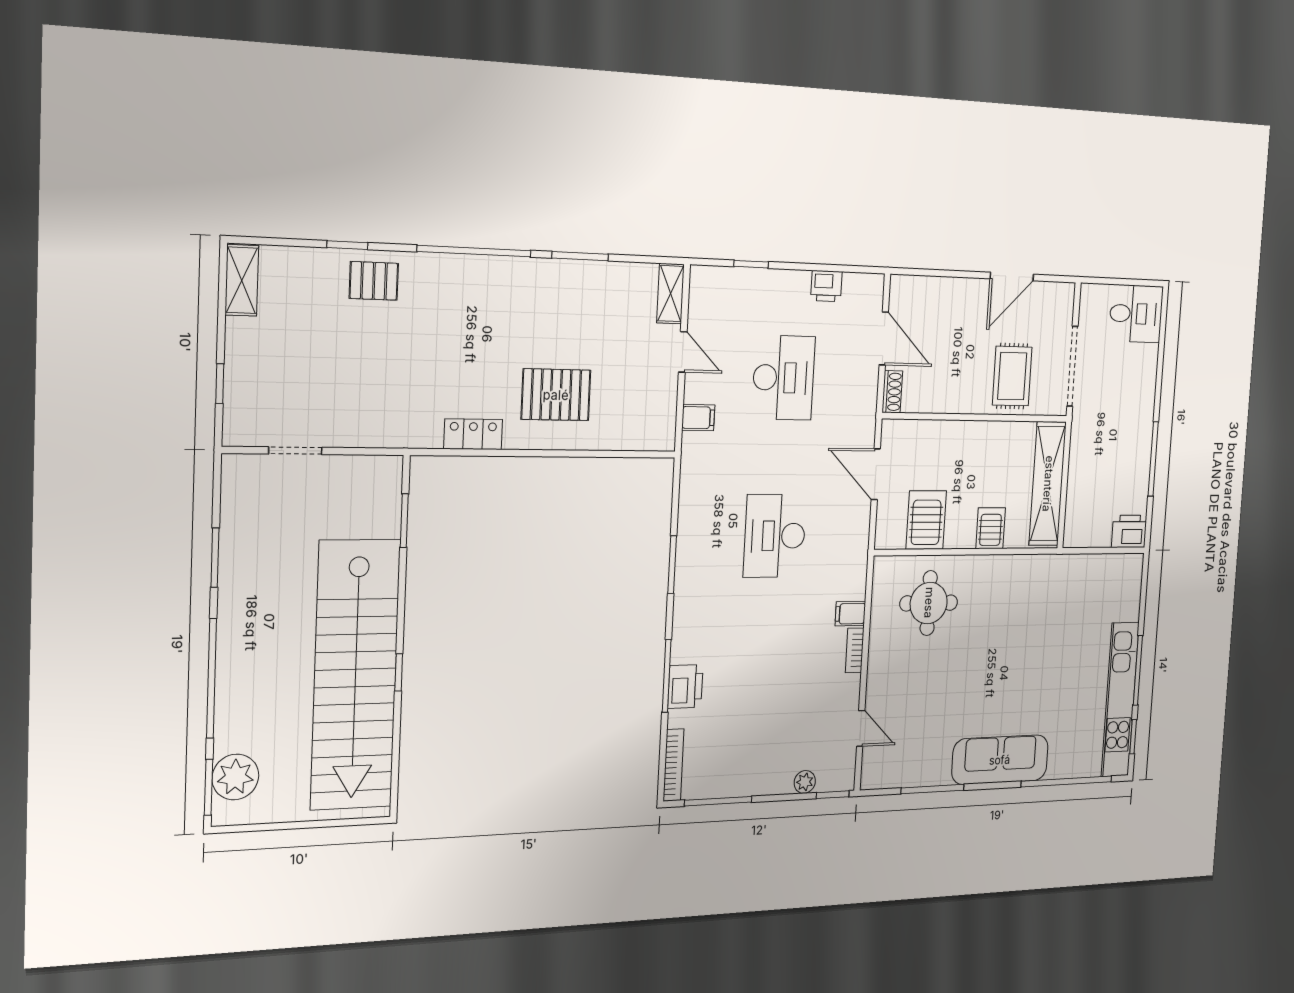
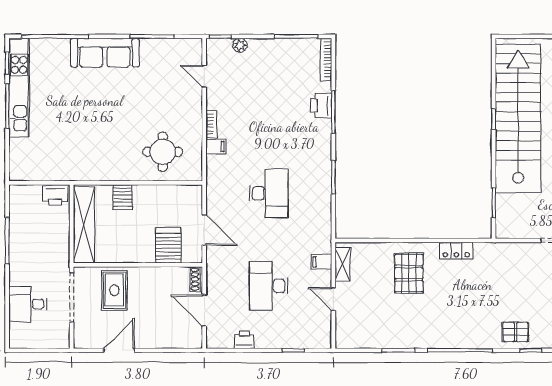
shelving: (671, 294) -> (343, 264), moved
desk: (1136, 314) -> (28, 304), moved
pallet: (556, 395) -> (409, 273), turned 90
server rack: (926, 520) -> (168, 245), moved, turned 180
printer: (1129, 531) -> (55, 195), moved

